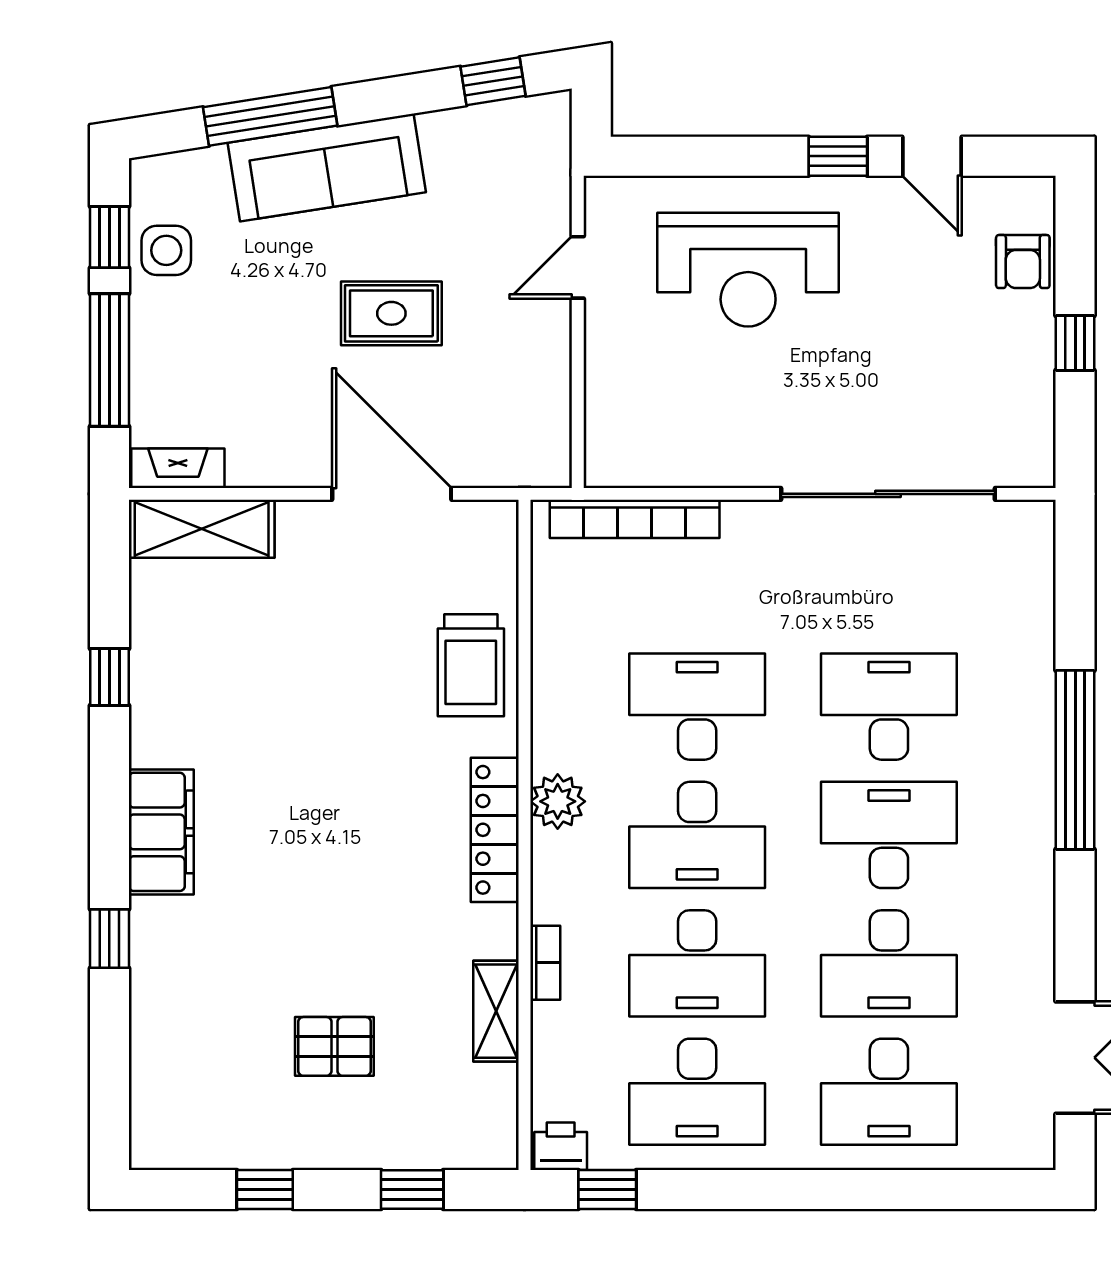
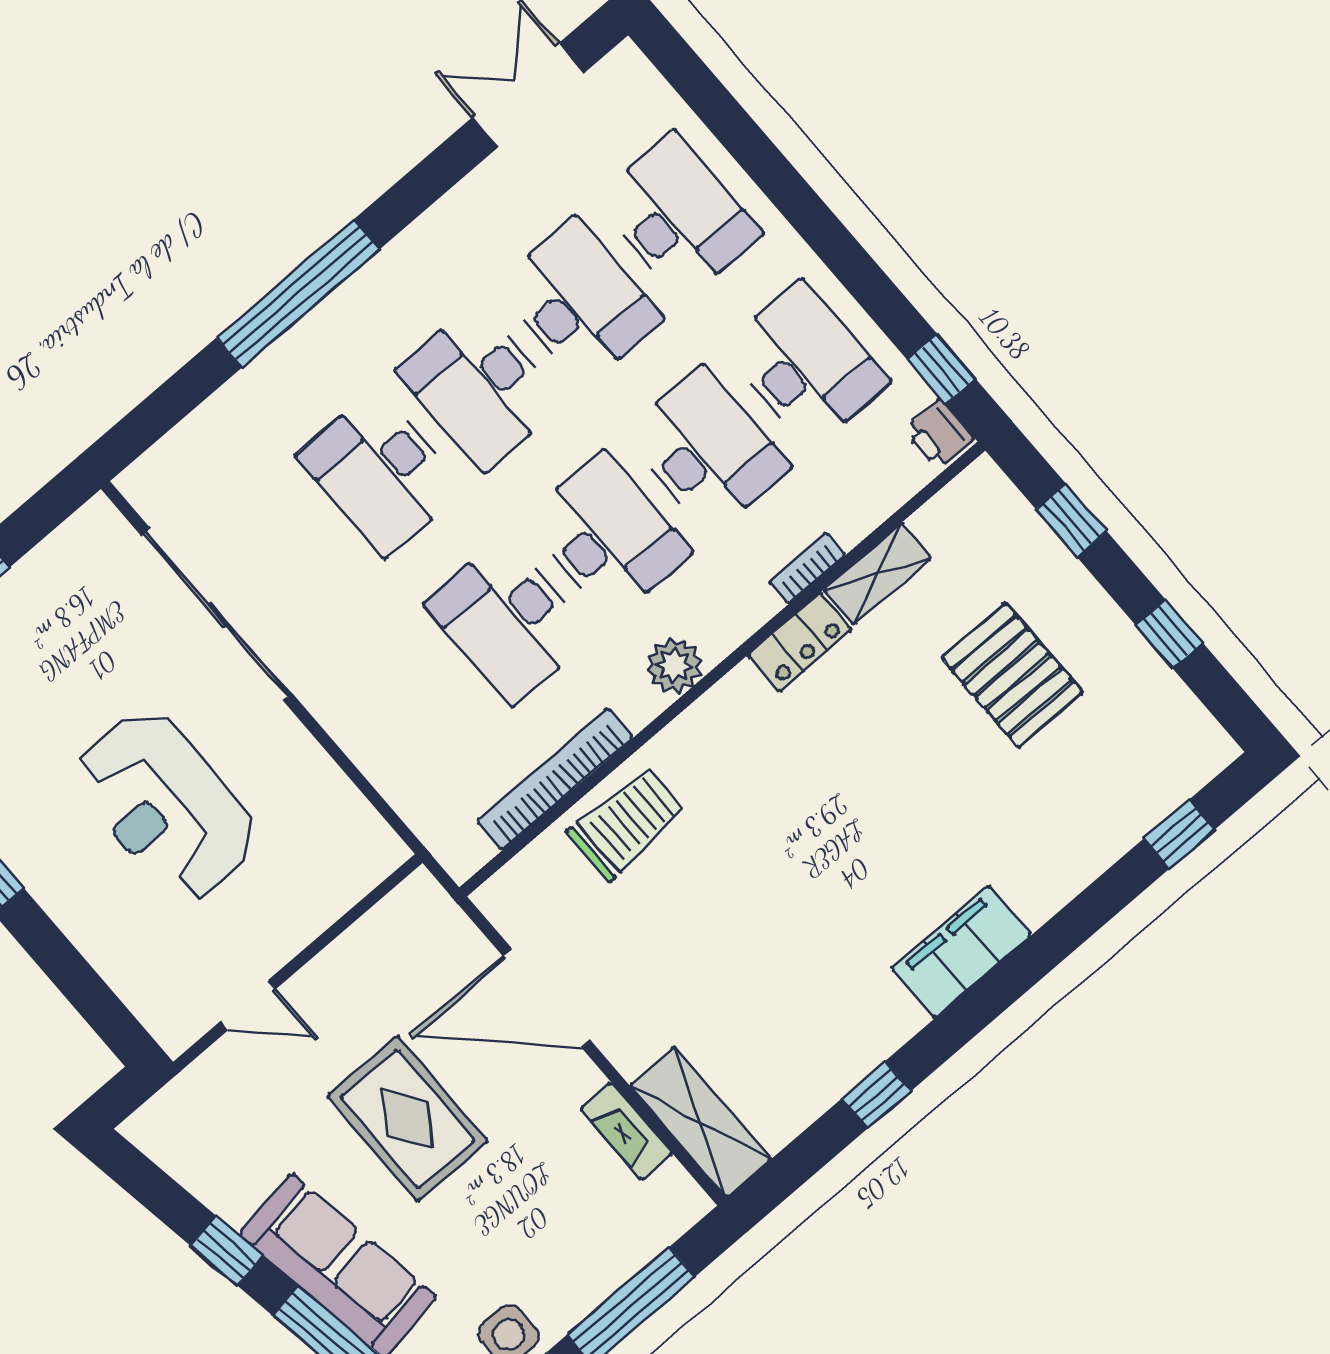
window: (493, 81) -> (226, 1250), moved
reception desk: (748, 270) -> (166, 806), moved, turned 180
rug: (391, 313) -> (408, 1119), width x1.36, depth x1.43
fireplace: (178, 468) -> (626, 1131), moved
door: (392, 494) -> (547, 998), hinge flipped
bookcase: (635, 519) -> (555, 779), moved, turned -90
locker: (495, 830) -> (800, 642), moved, width x0.66
window: (109, 939) -> (1179, 834), moved
pallet: (334, 1046) -> (1012, 675), width x1.50, depth x1.42

